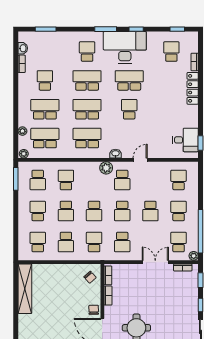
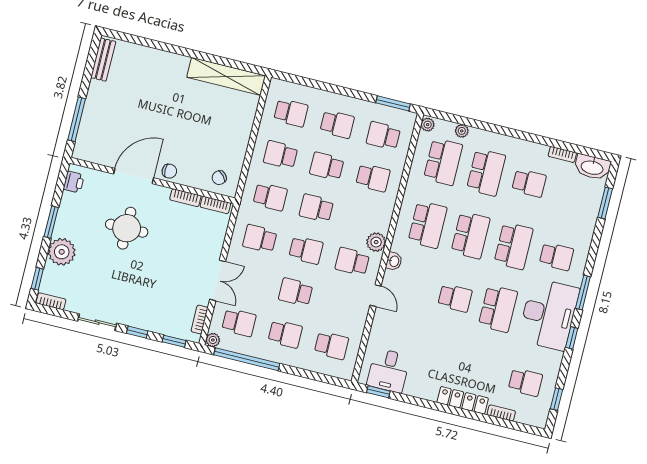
washbasin: (23, 48) -> (592, 167), width x1.91, depth x1.45
school desk: (122, 211) -> (306, 250), turned 180

